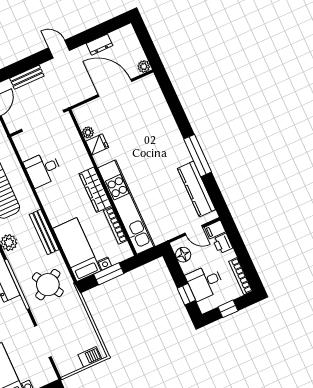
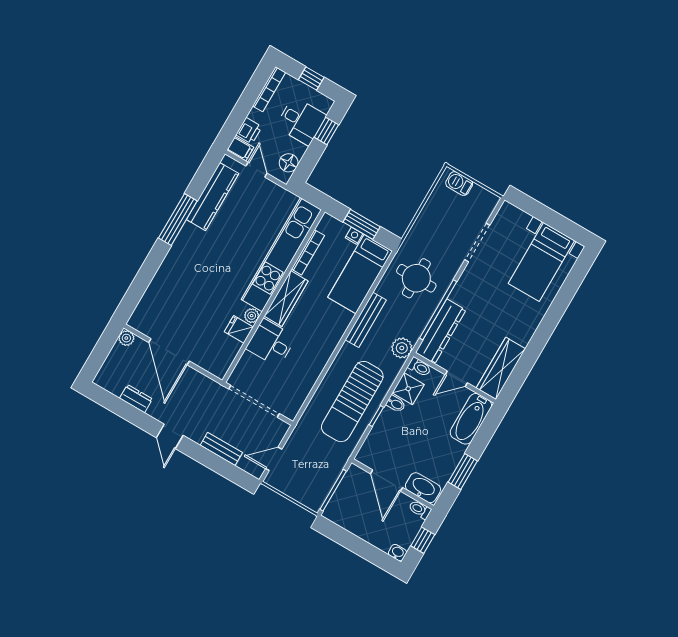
plant: (88, 132) -> (252, 316), moved
desk: (43, 169) -> (271, 343), moved, turned 180
round table: (48, 285) -> (416, 278), turned 31

